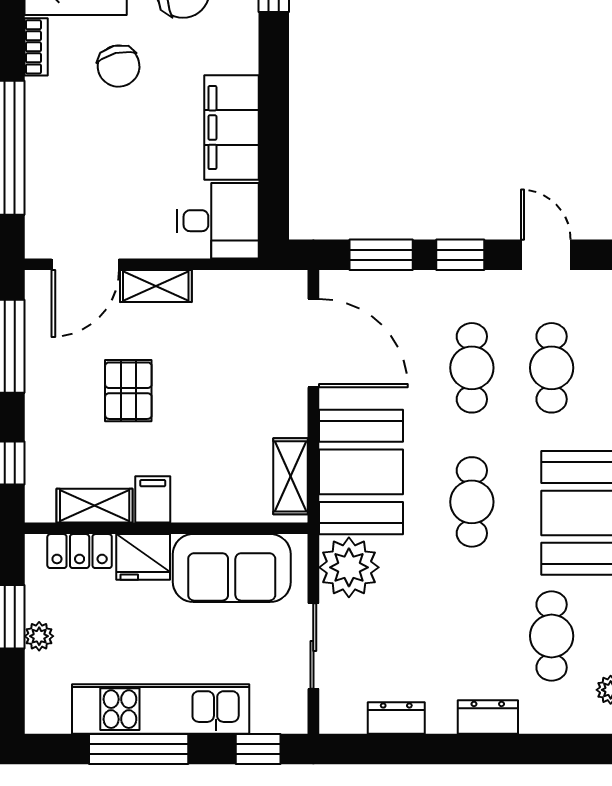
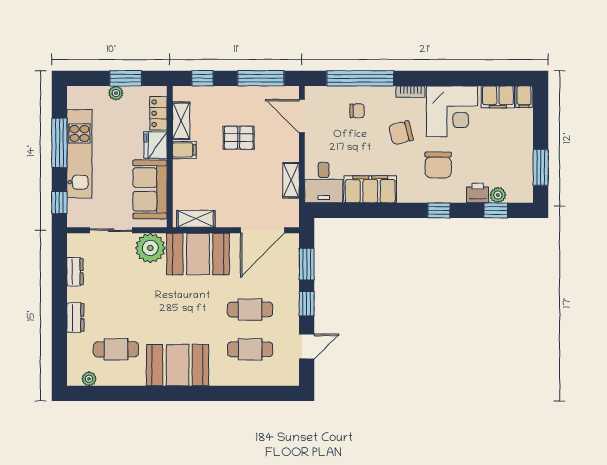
chair: (75, 154) -> (357, 111), added
shelving: (156, 286) -> (291, 180), moved
cafe table: (472, 502) -> (183, 309), removed

